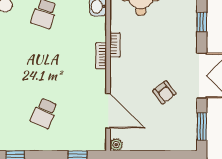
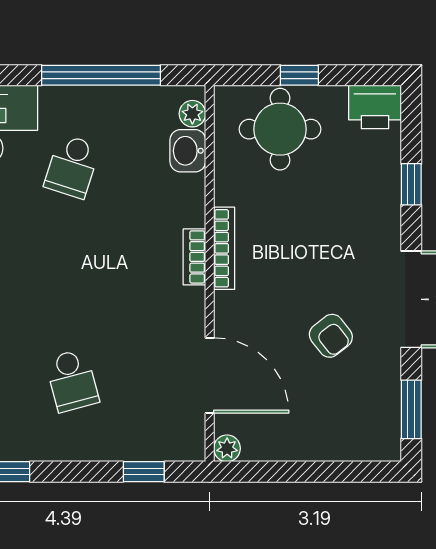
bookcase: (115, 45) -> (224, 248), width x1.56
school desk: (44, 113) -> (72, 380), turned -39

